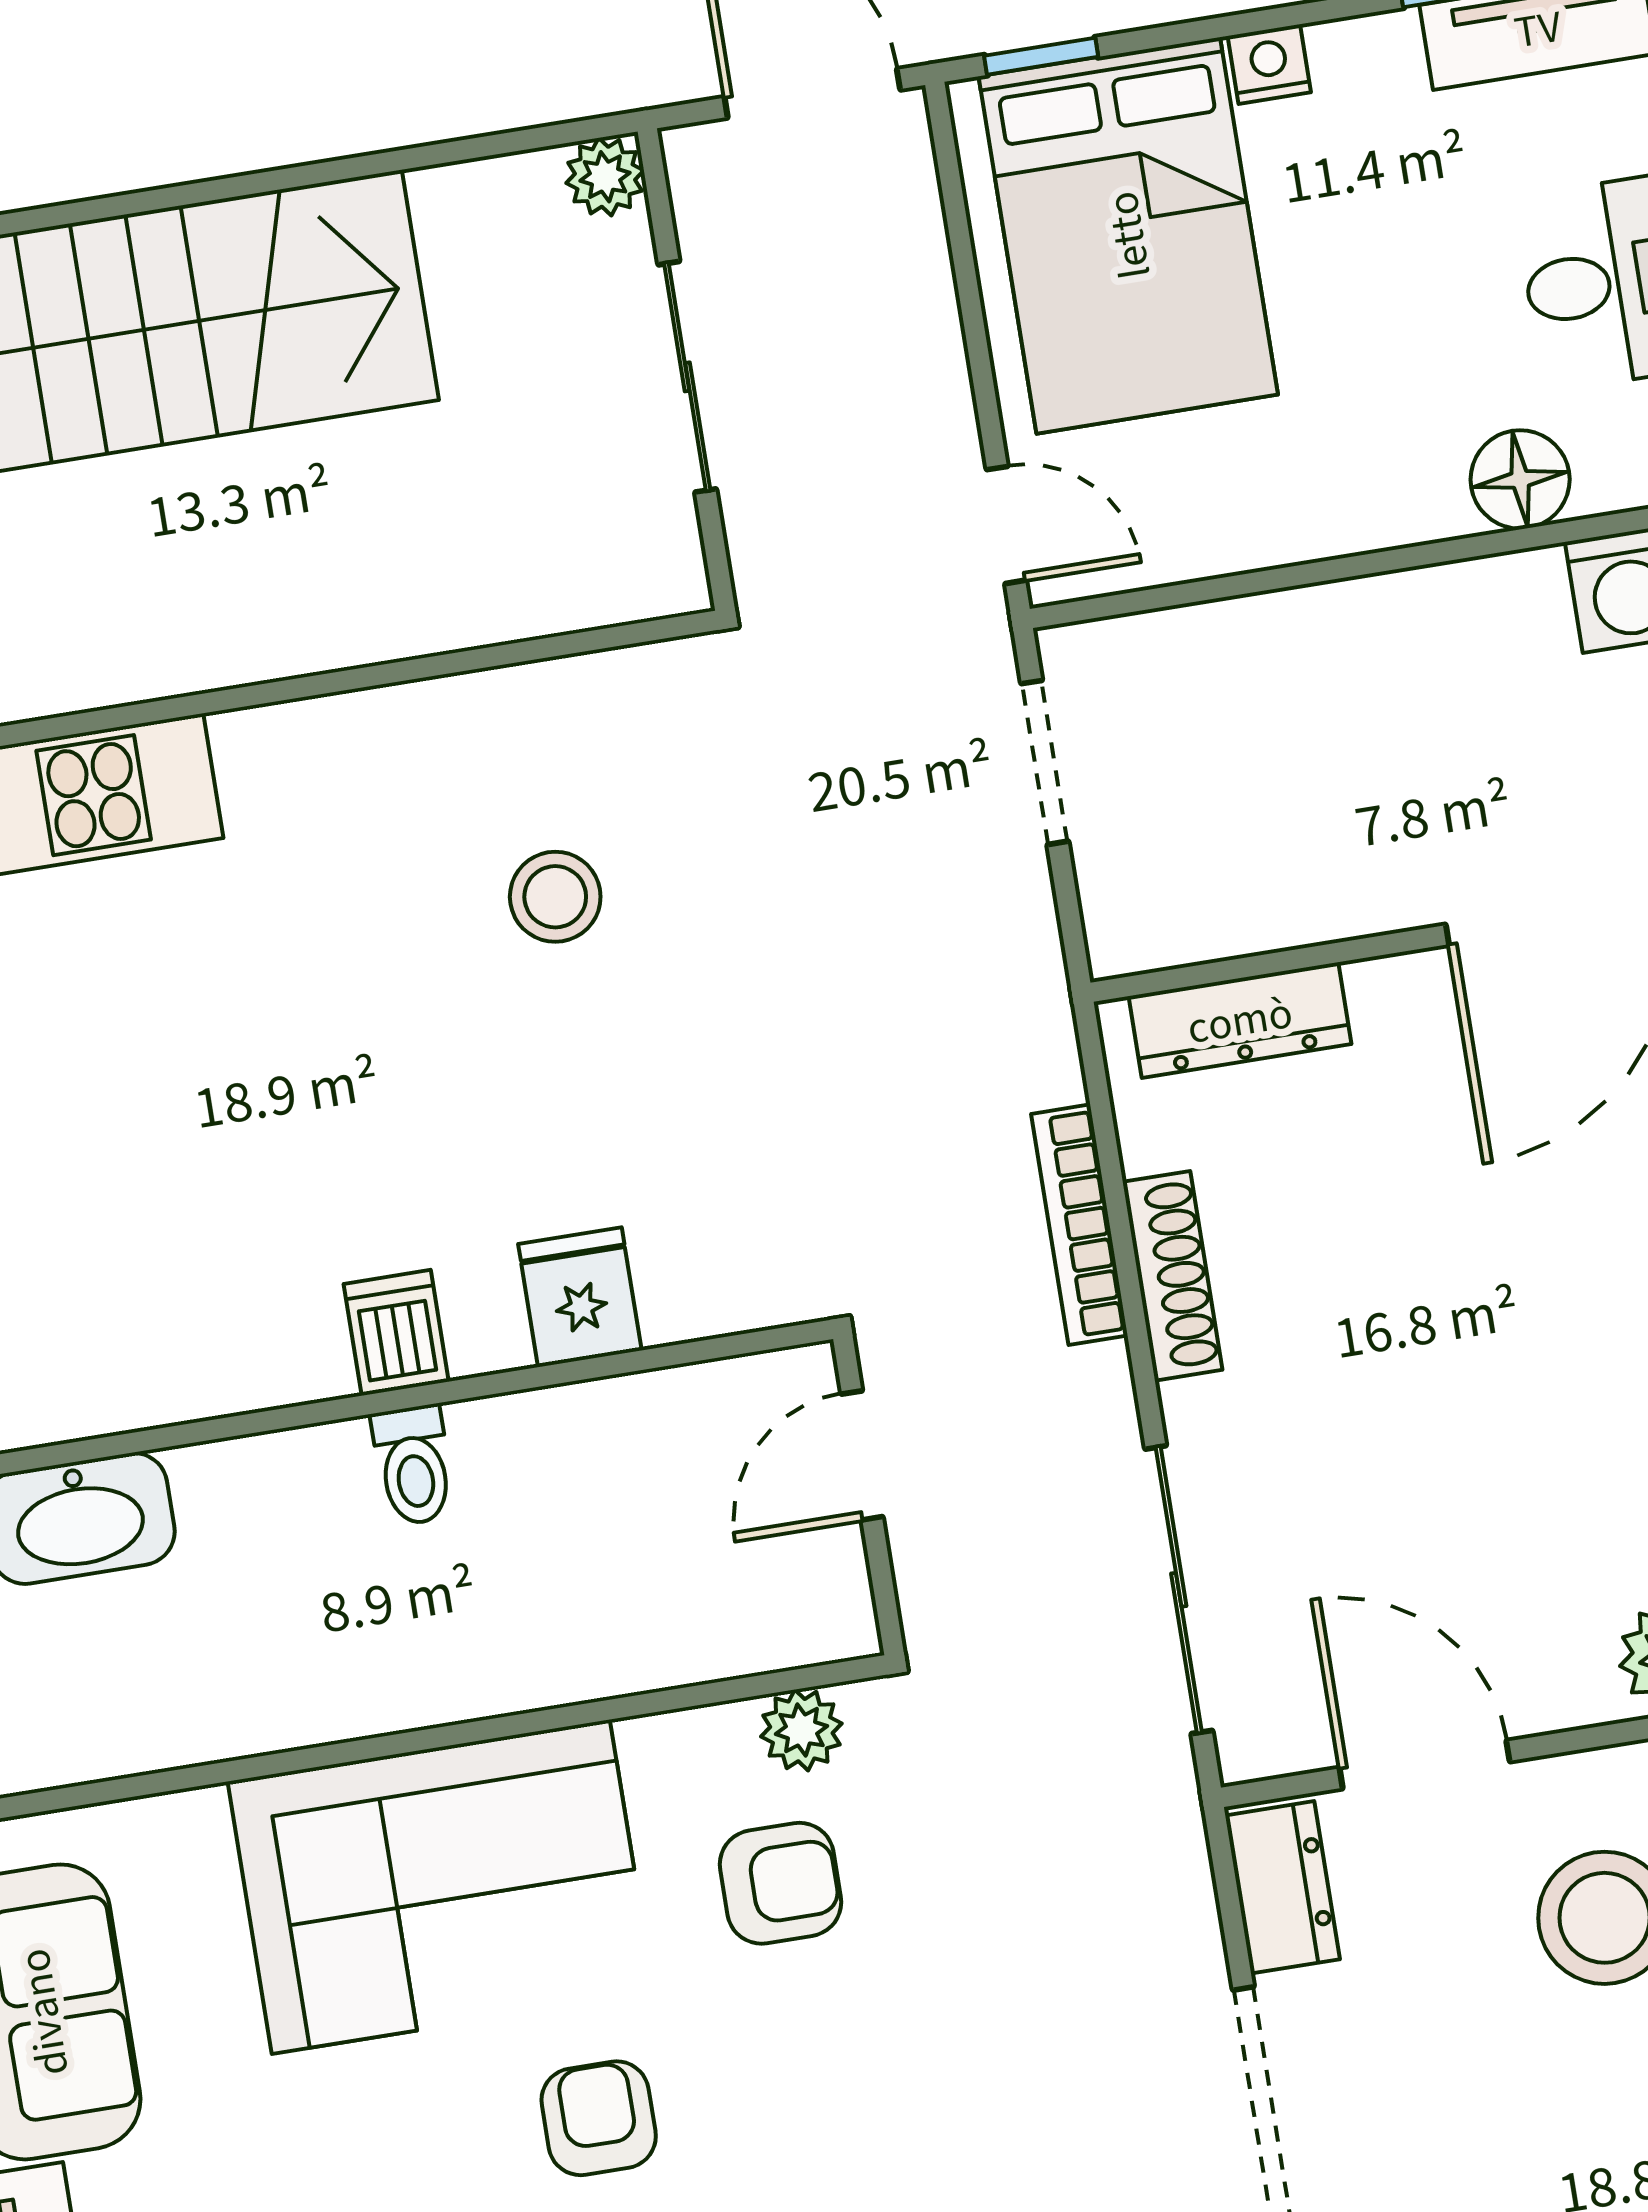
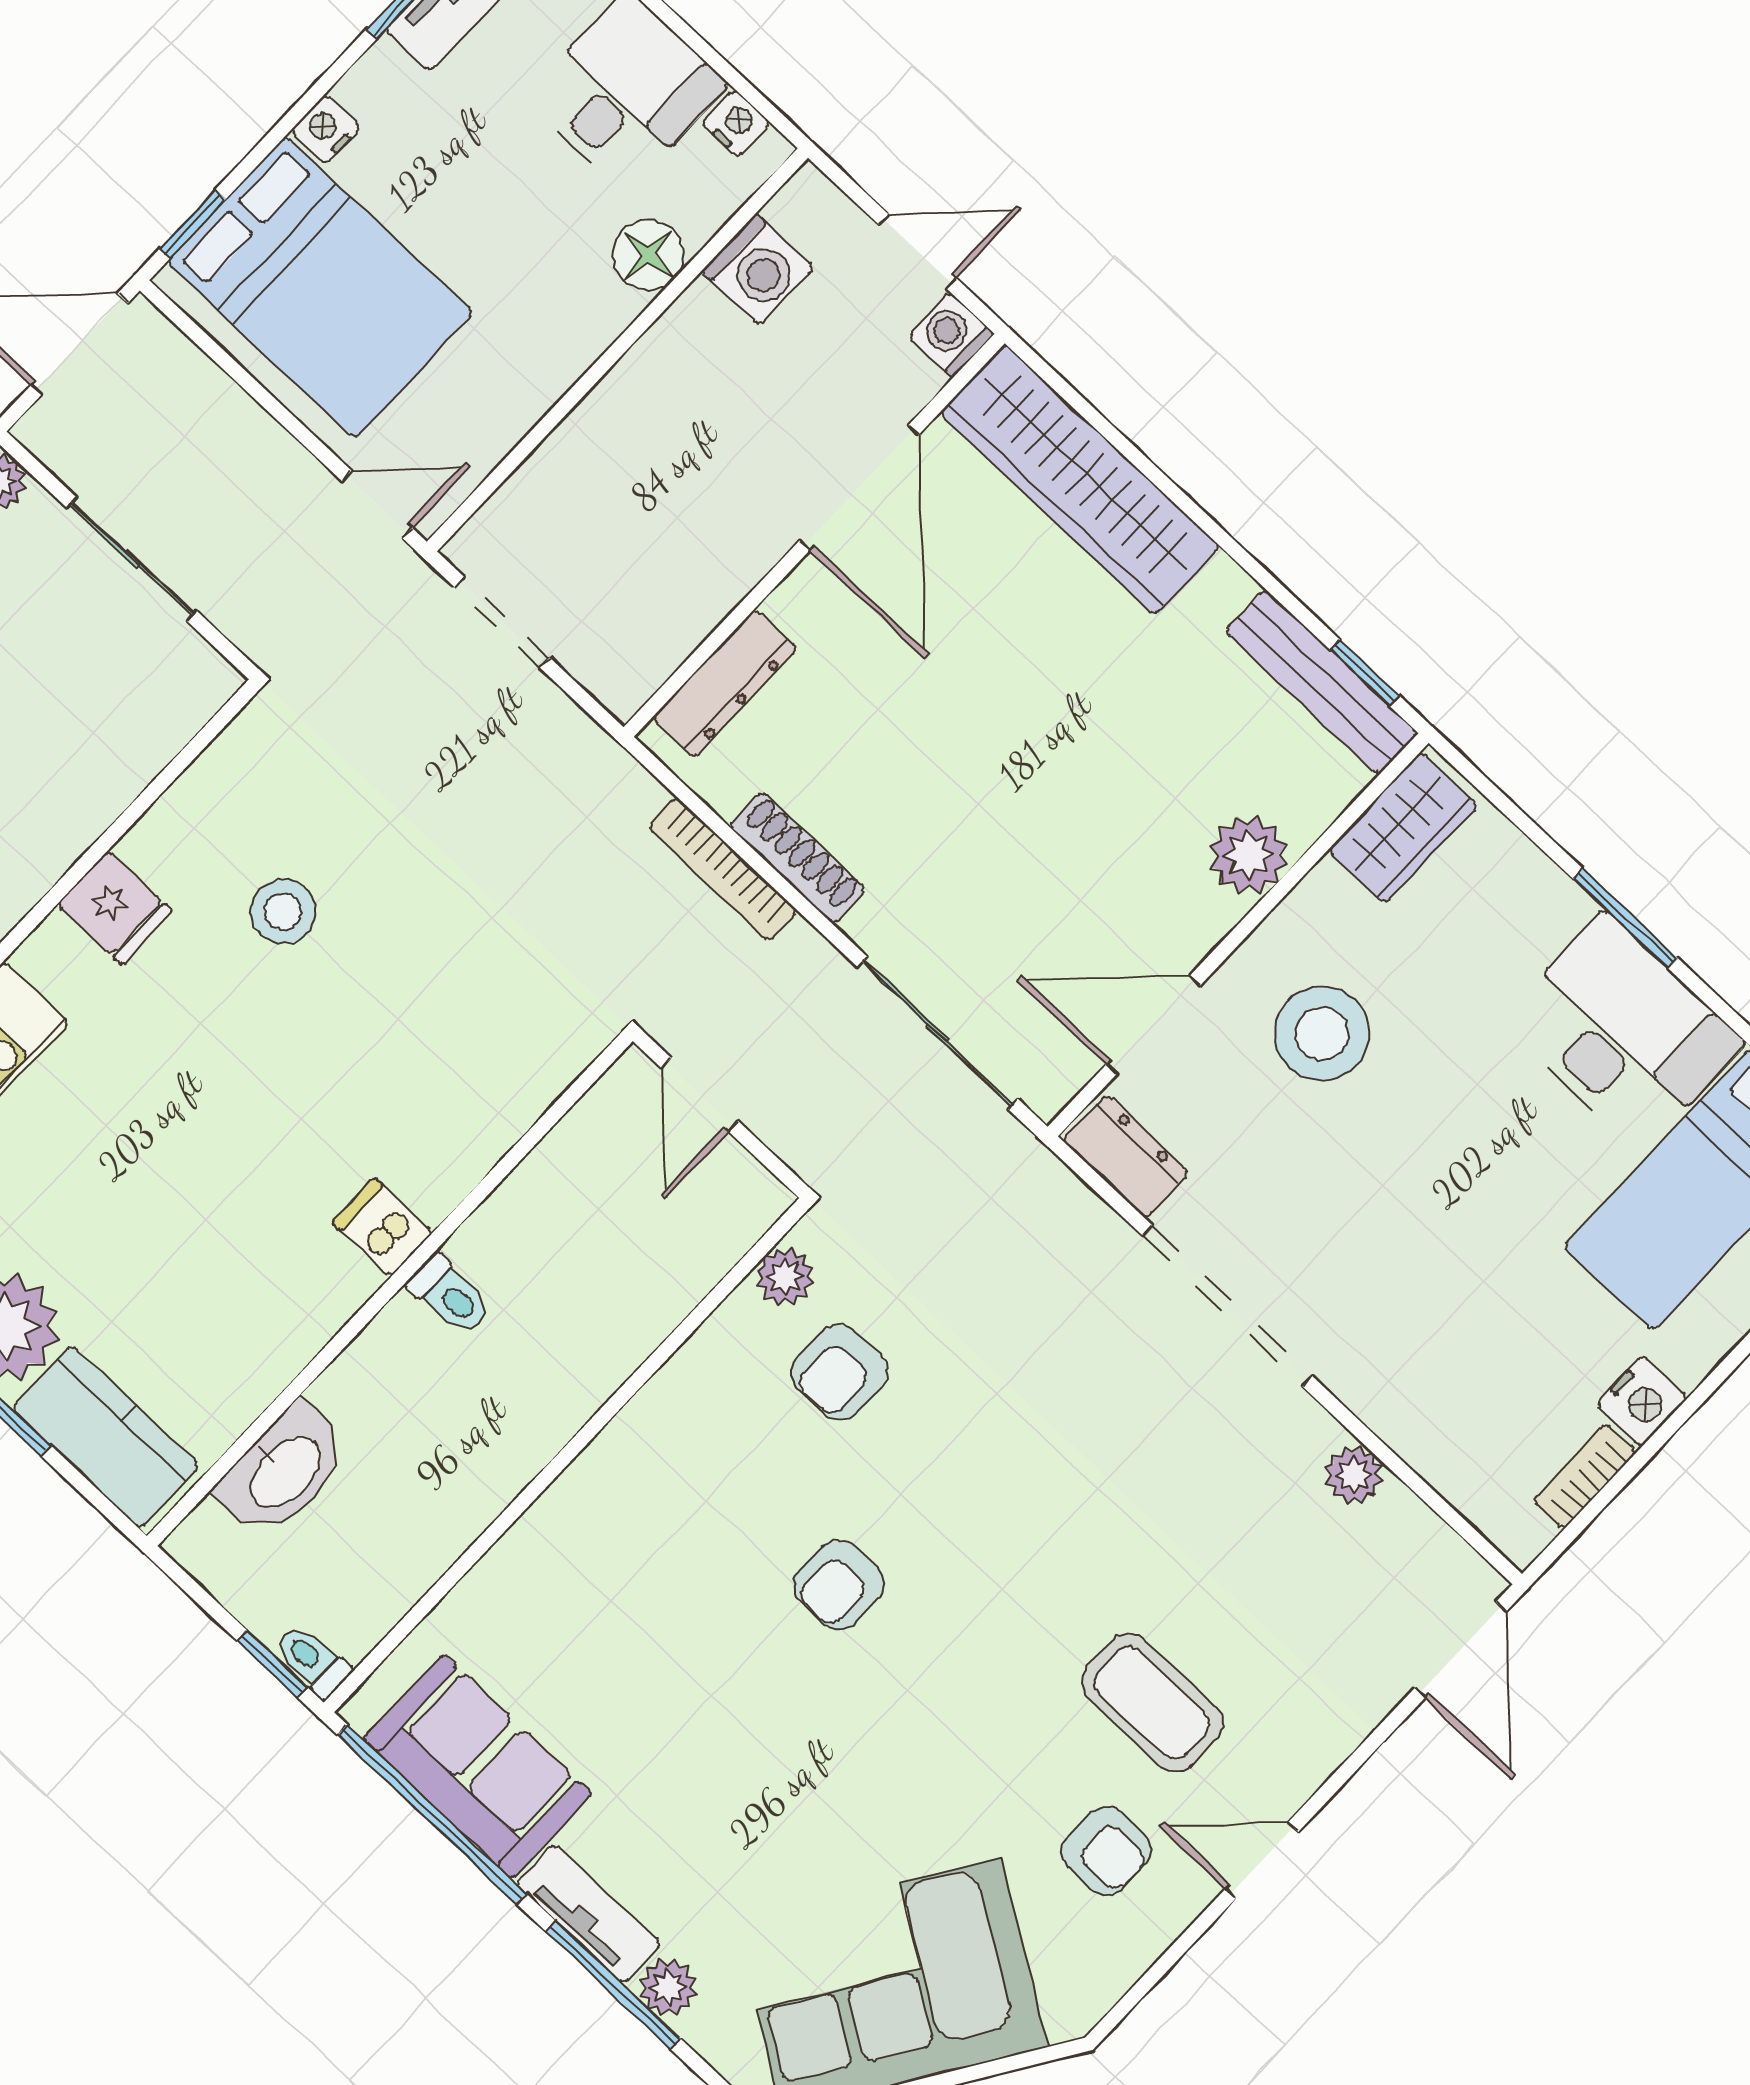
fridge: (580, 1297) -> (115, 908), moved, turned 180
armchair: (781, 1883) -> (840, 1372), turned 180
corner sofa: (441, 1887) -> (649, 1522), removed
armchair: (599, 2118) -> (839, 1585), turned -90

